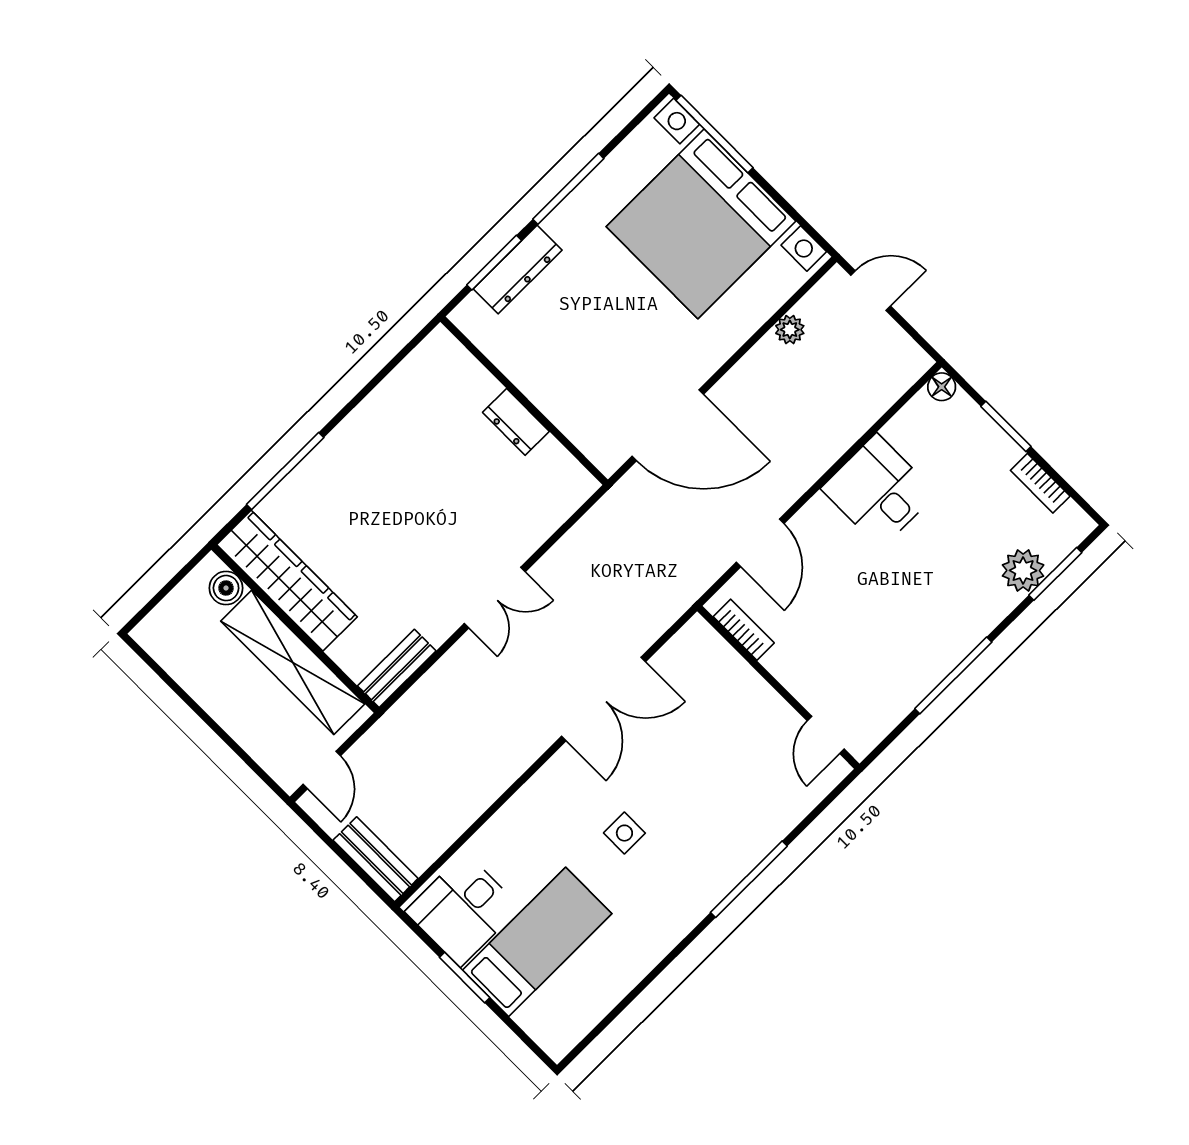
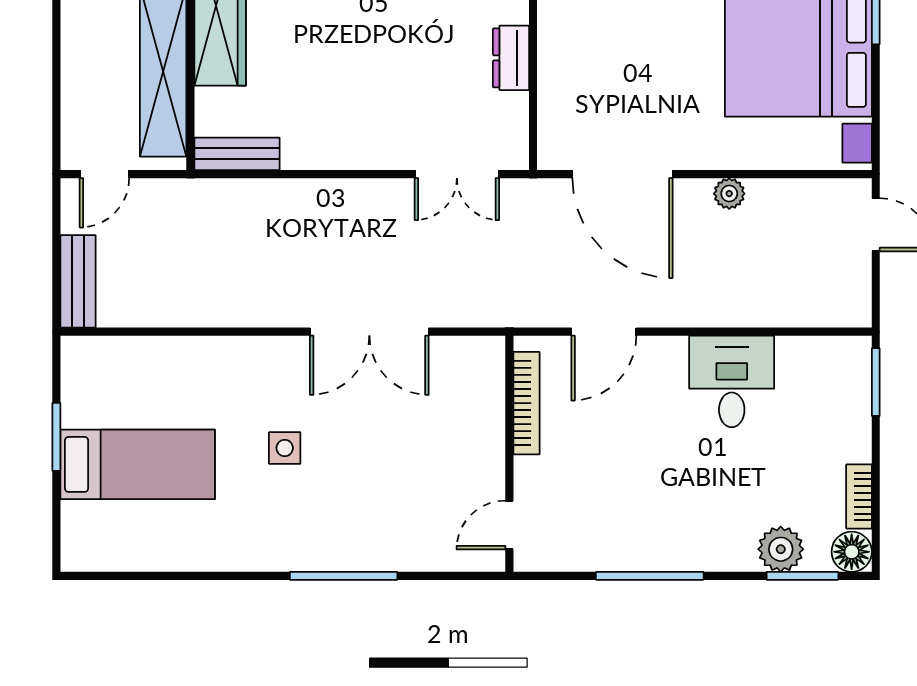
plant: (790, 330) -> (729, 194), moved
floor lamp: (942, 387) -> (852, 552), moved, width x1.37, depth x1.37
window: (1006, 426) -> (876, 382), moved
double door: (495, 598) -> (457, 174), moved
bookcase: (744, 630) -> (526, 403), width x1.56
desk: (463, 909) -> (106, 384), removed

